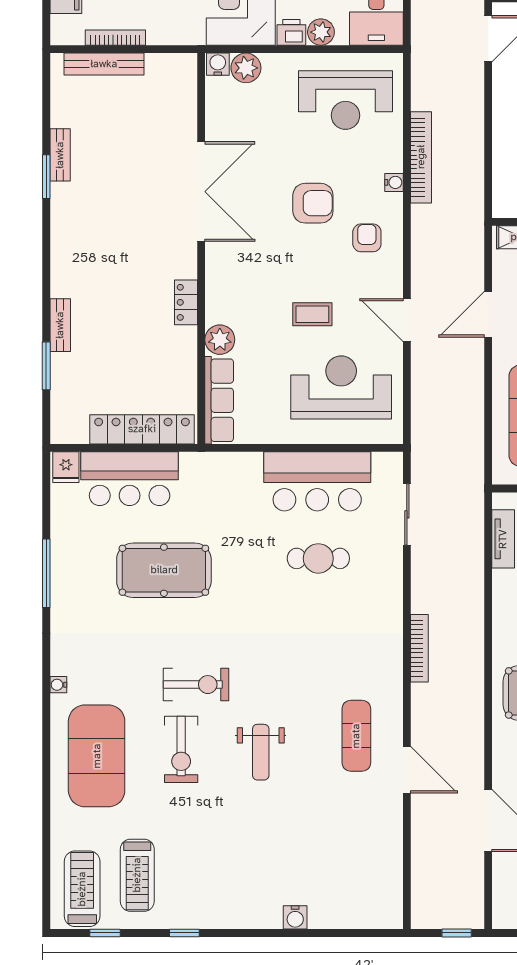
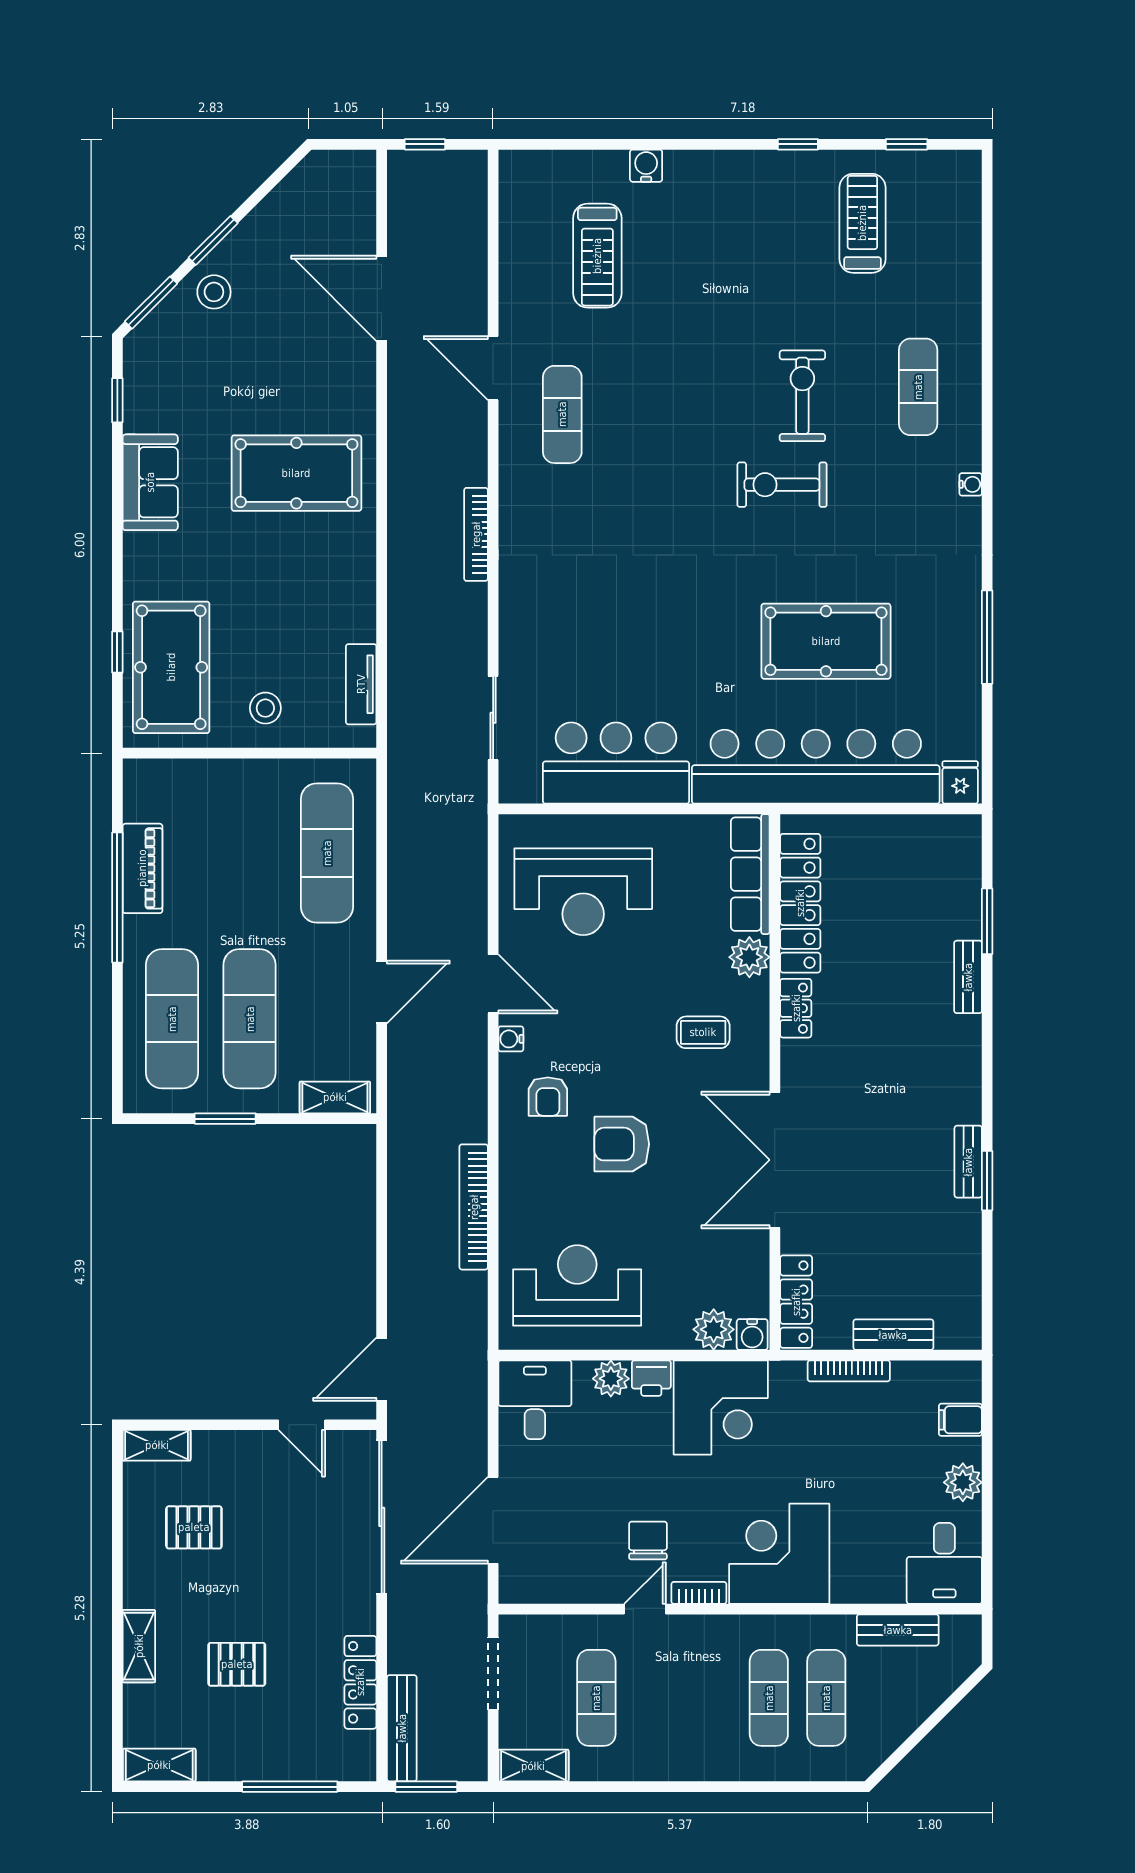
bookcase: (115, 38) -> (849, 1371), moved
bench: (104, 64) -> (893, 1335), width x0.73
locker: (186, 88) -> (796, 1302), added
bench: (60, 155) -> (968, 1162), moved
water cooler: (394, 182) -> (511, 1039), moved
coffee table: (312, 314) -> (703, 1032), moved
locker: (142, 429) -> (800, 903), moved, turned -90
bar counter: (130, 479) -> (816, 767), width x1.86
cafe table: (318, 558) -> (614, 657), removed
weight bench: (261, 752) -> (693, 392), removed
exercise mat: (97, 756) -> (918, 387), width x0.50, depth x0.69
treadmill: (82, 889) -> (597, 256), moved

